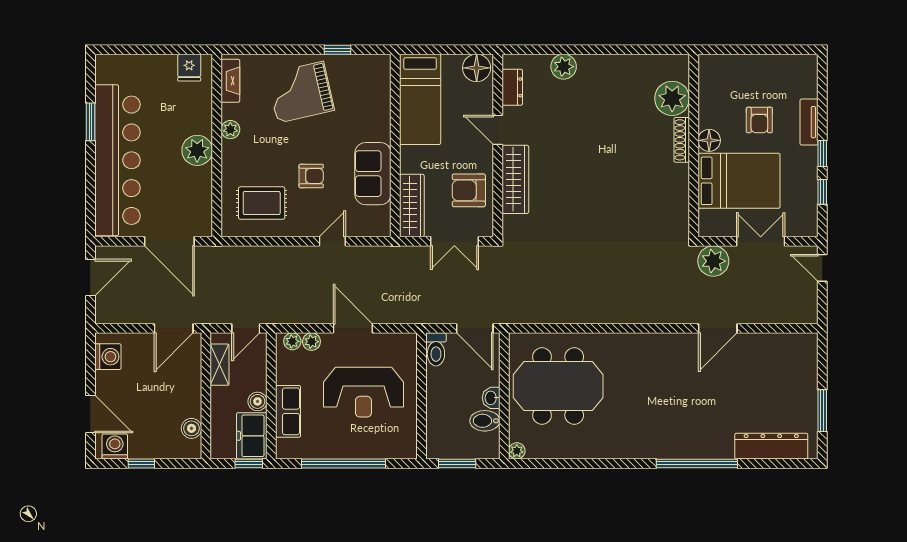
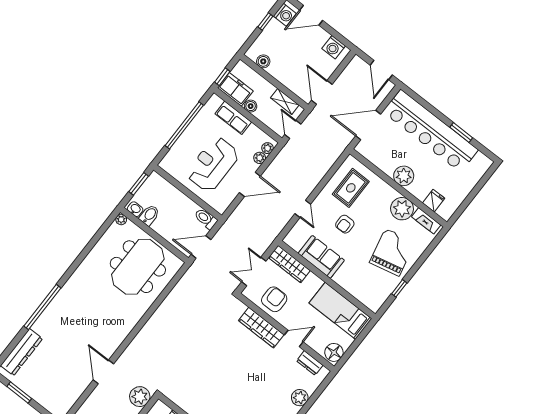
fridge: (189, 68) -> (434, 201), moved, turned 90
plant: (230, 130) -> (402, 209), width x1.87, depth x1.87
washbasin: (491, 398) -> (135, 209), moved

